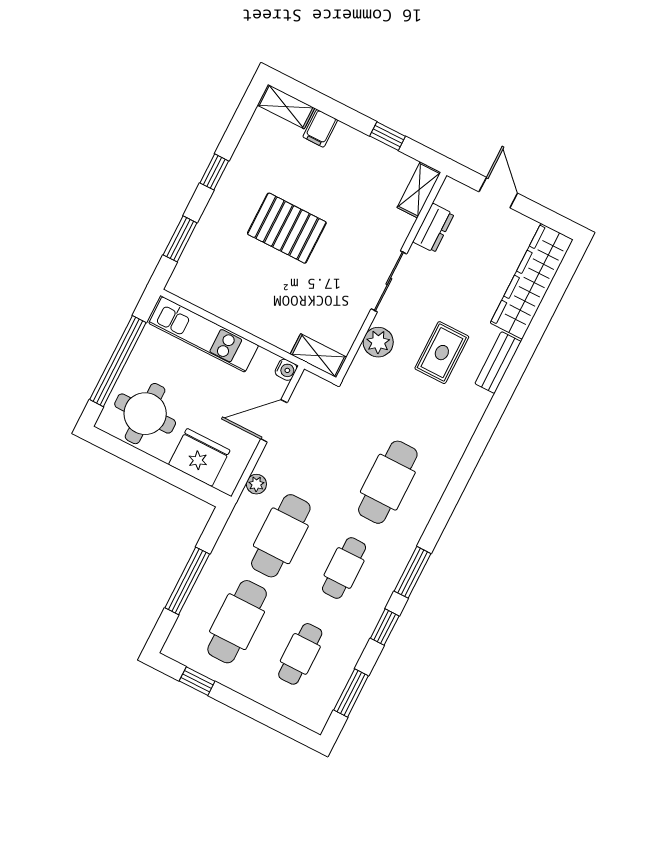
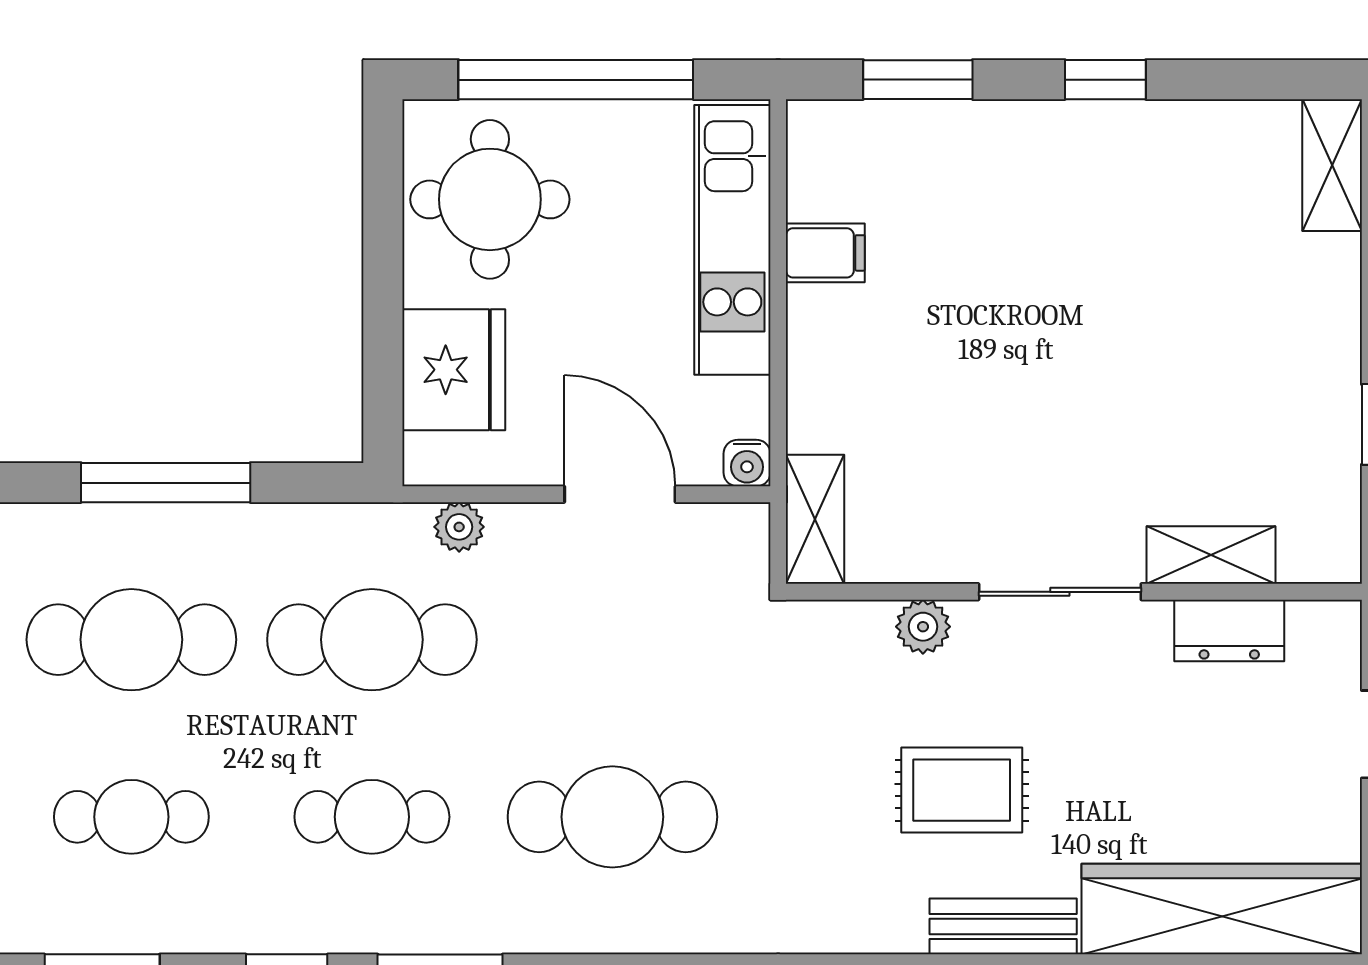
filing cabinet: (320, 128) -> (825, 253), moved, turned 180
shelving: (419, 190) -> (1211, 555), moved
pallet: (287, 228) -> (1063, 305), removed
plant: (378, 342) -> (923, 627), width x0.73, depth x0.73

